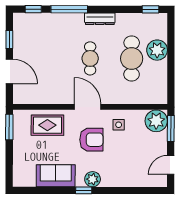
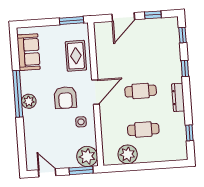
window: (69, 9) -> (185, 68), width x0.46
window: (151, 9) -> (189, 133), moved
plant: (157, 50) -> (128, 154), moved
cafe table: (132, 59) -> (143, 129), width x0.73, depth x0.74
sofa: (56, 176) -> (29, 52), moved
window: (84, 190) -> (18, 94), width x3.17

